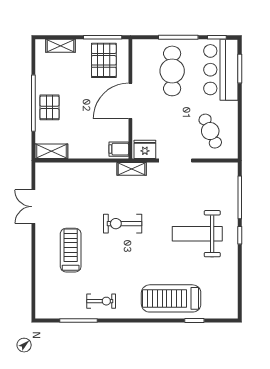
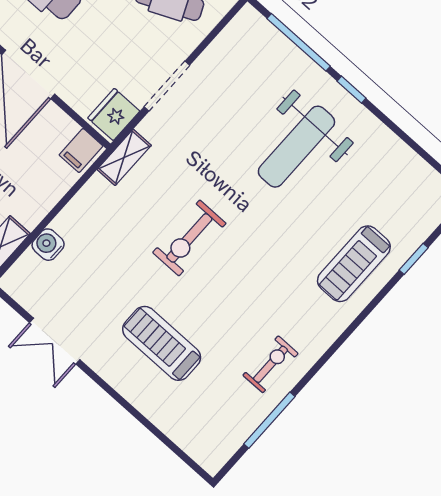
water cooler: (70, 170) -> (48, 245), added
treadmill: (171, 298) -> (354, 264), width x0.73, depth x0.73

